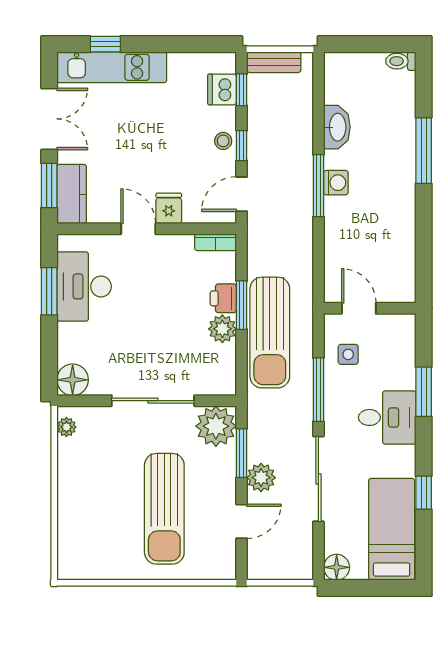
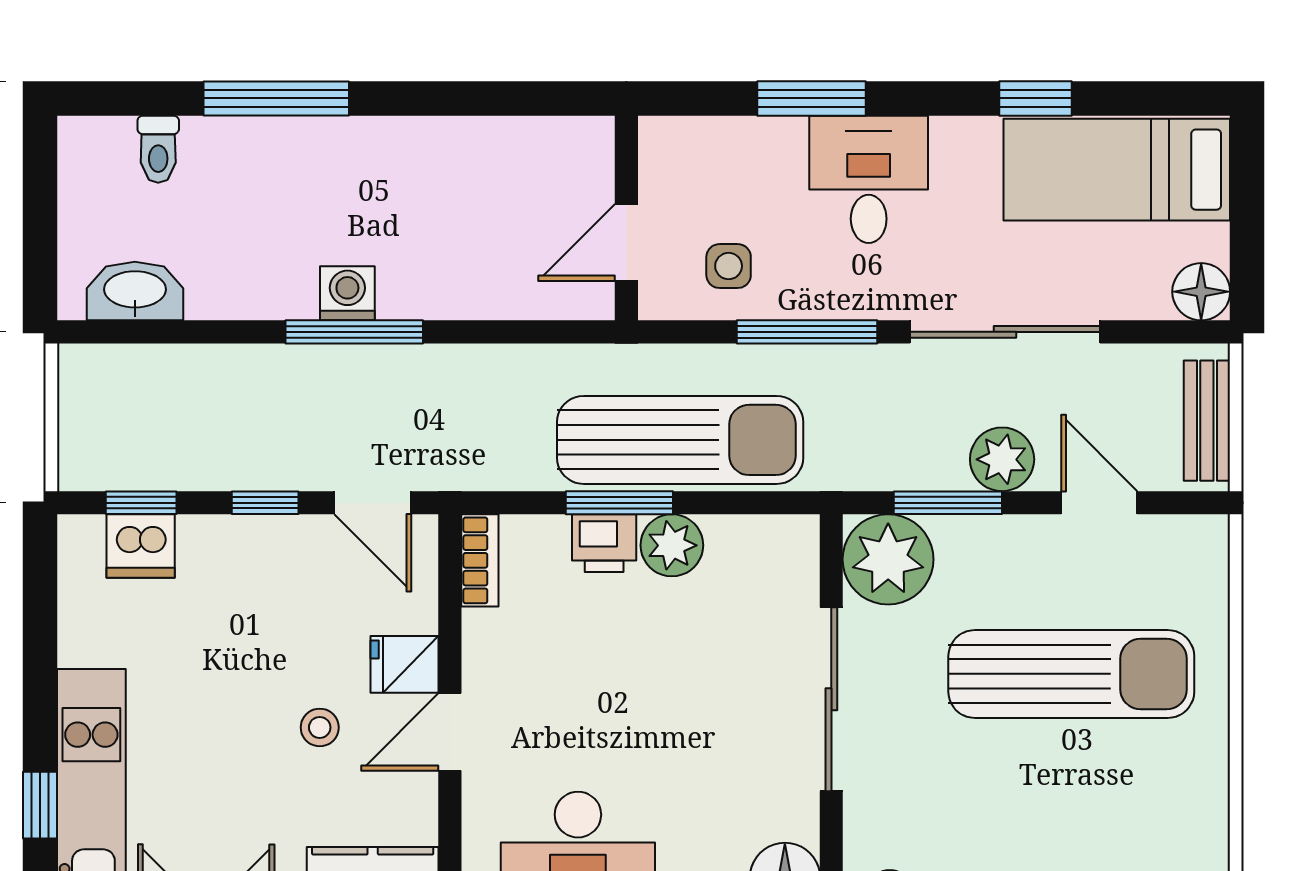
toilet: (401, 61) -> (158, 149), moved
bench: (274, 62) -> (1207, 421), moved
washbasin: (337, 127) -> (135, 291), moved
stool: (223, 141) -> (320, 727), moved

